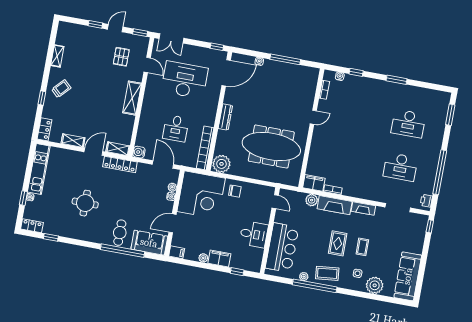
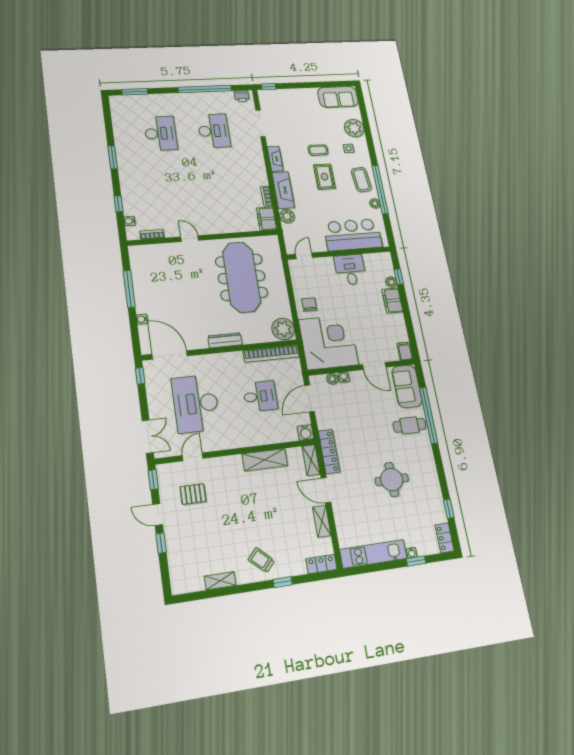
shelving: (132, 98) -> (265, 460), moved
rug: (338, 243) -> (324, 177), turned 90
plant: (203, 258) -> (391, 282), moved
sofa: (408, 276) -> (338, 97), width x0.73

